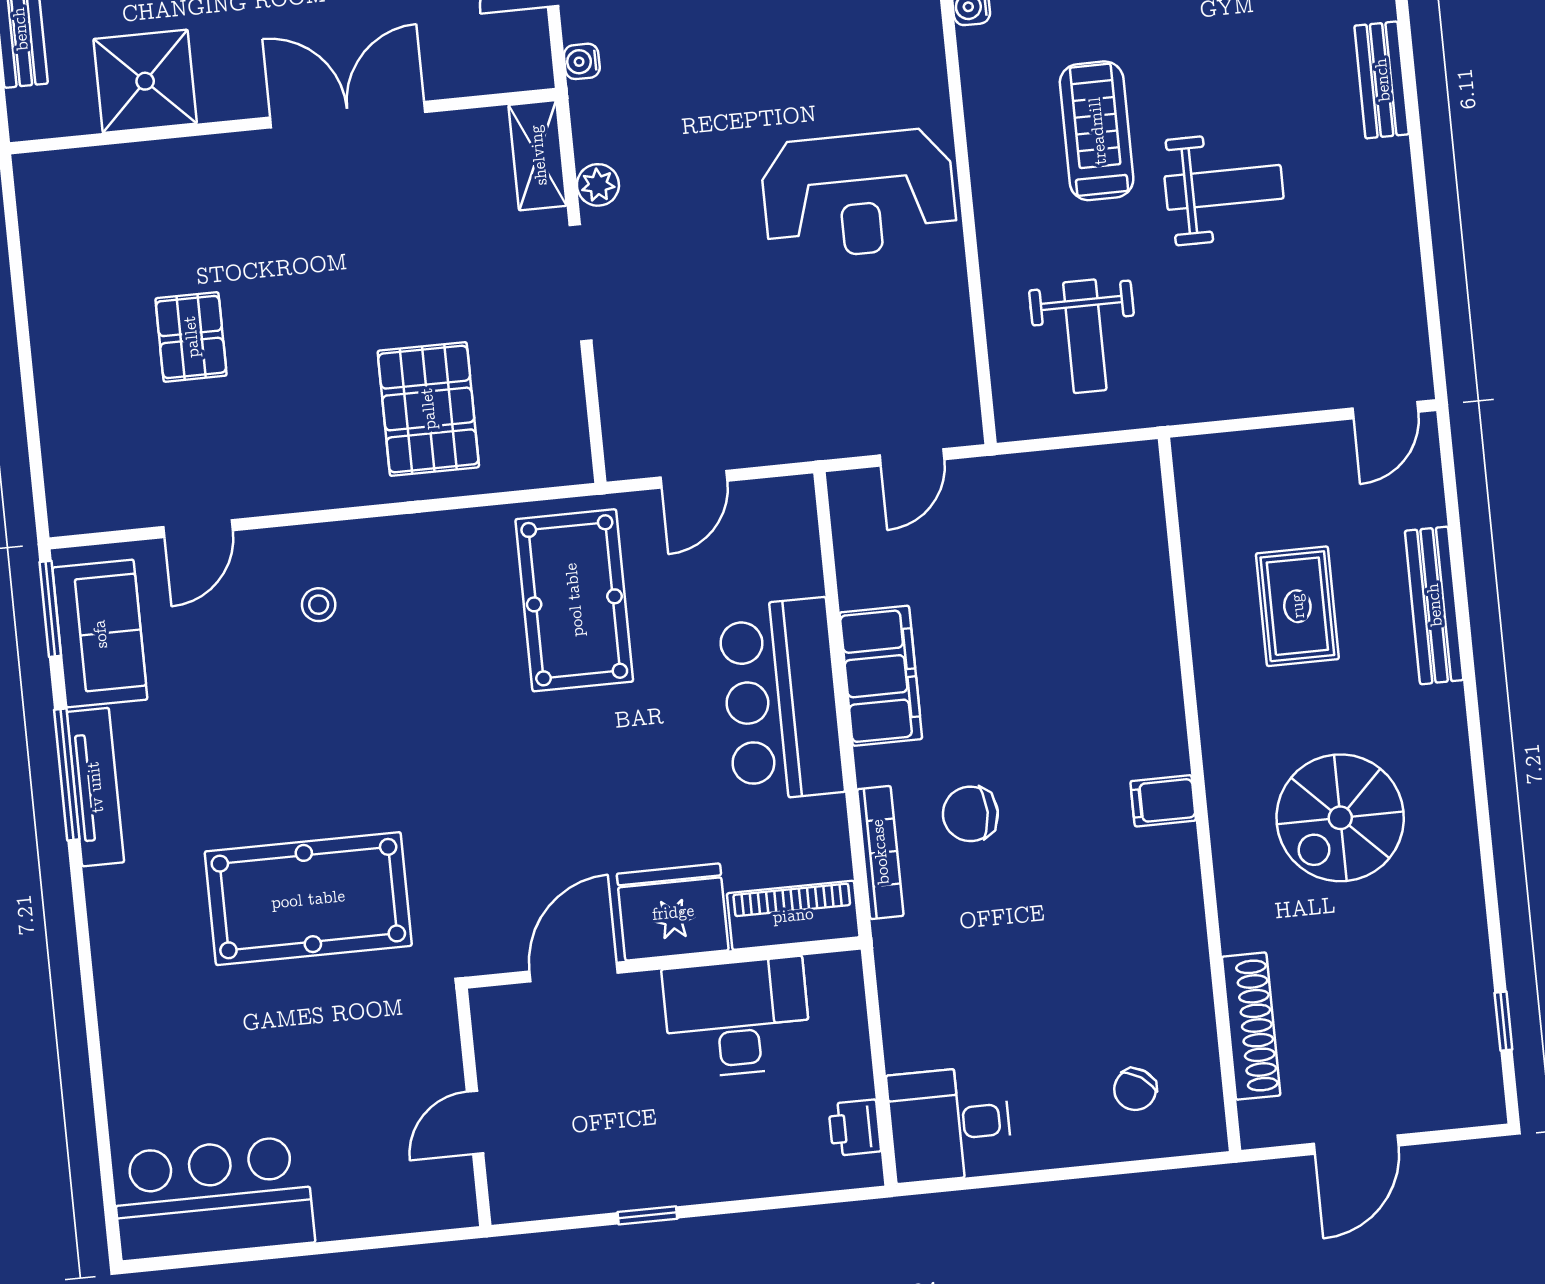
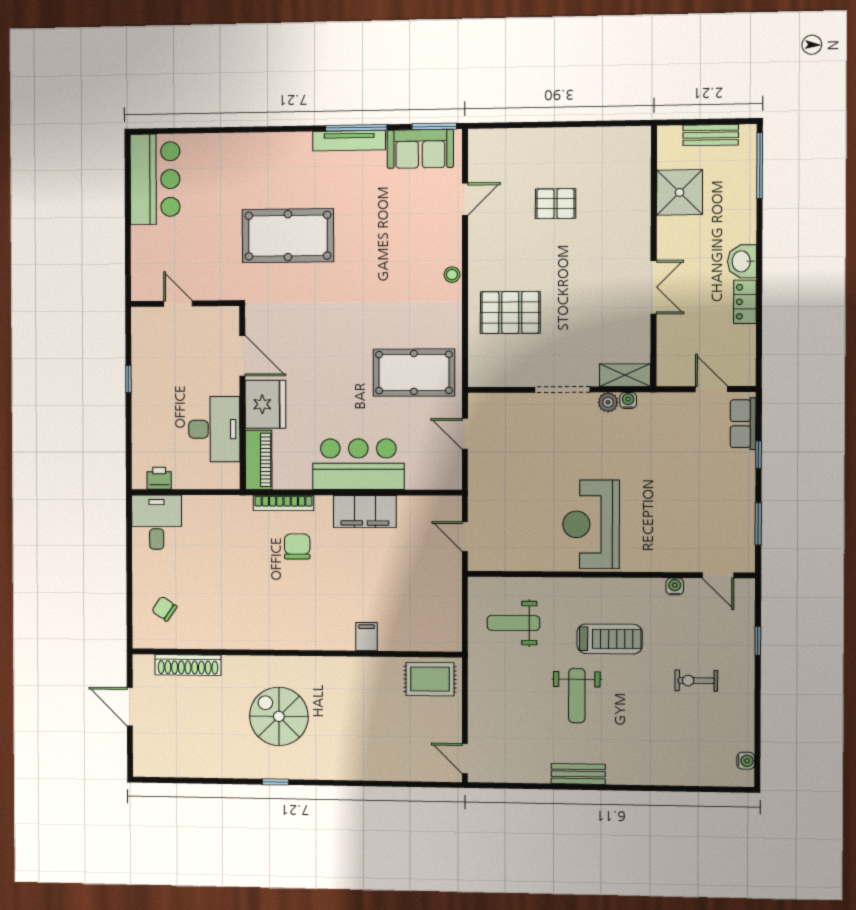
water cooler: (582, 61) -> (628, 400), moved
bench: (1382, 80) -> (578, 774), moved
double door: (348, 115) -> (654, 287), width x0.73
door: (198, 529) -> (465, 199), swing flipped
stool: (319, 605) -> (452, 275), moved
bench: (1434, 605) -> (372, 771), removed
rug: (1297, 606) -> (430, 679), moved
filing cabinet: (1163, 801) -> (367, 637), moved
pool table: (308, 899) -> (288, 236), turned 90
window: (1503, 1021) -> (276, 782), moved

